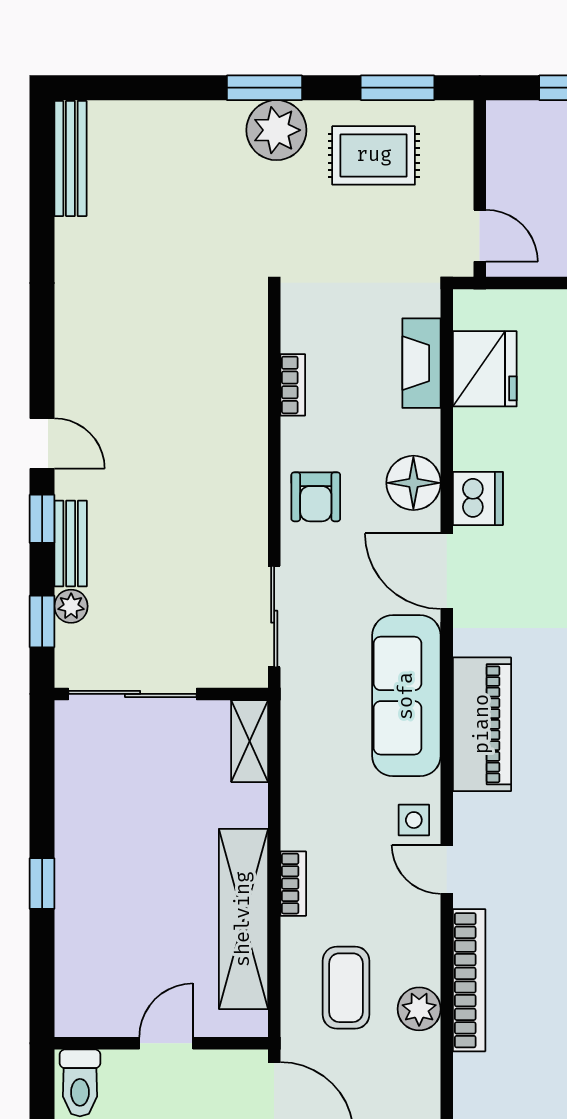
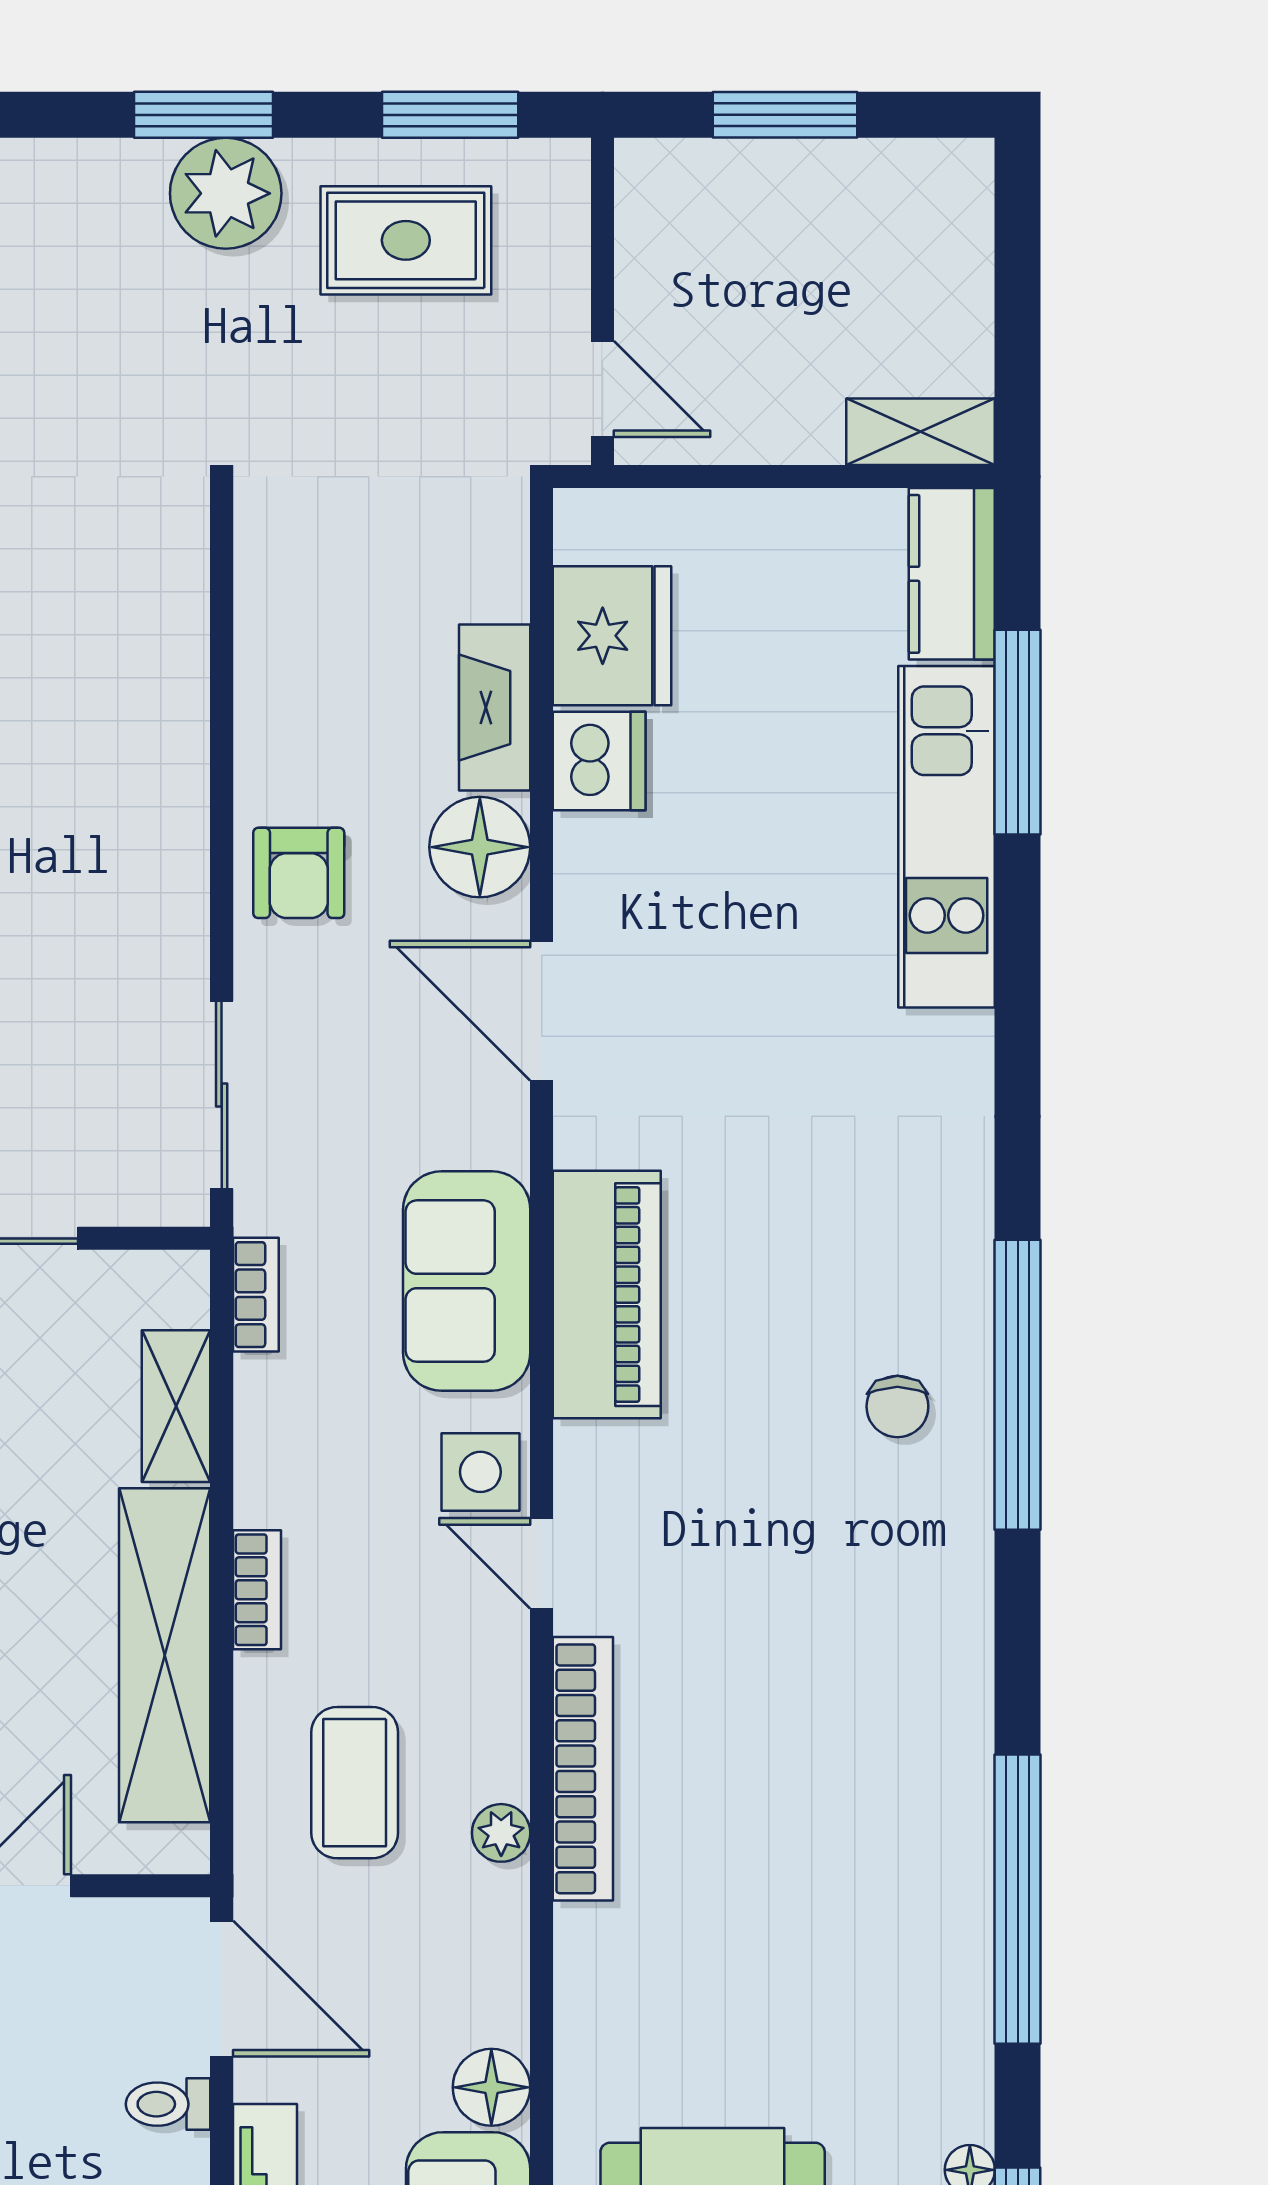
fireplace: (421, 363) -> (495, 707), moved
bookcase: (293, 385) -> (256, 1295), moved
dishwasher: (478, 498) -> (599, 761), moved
sofa: (406, 696) -> (467, 1281), width x0.73
shelving: (250, 741) -> (176, 1406), moved
side table: (414, 820) -> (480, 1472), width x1.37, depth x1.37
plant: (419, 1009) -> (501, 1833), width x0.73, depth x0.73

